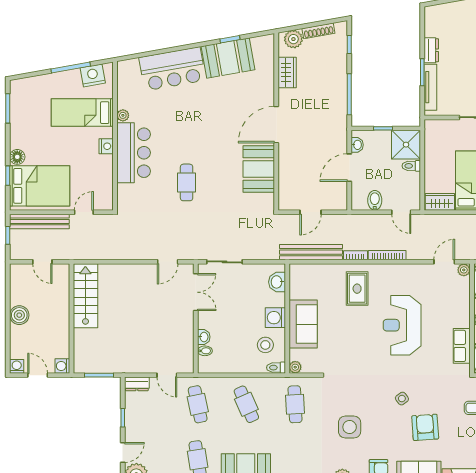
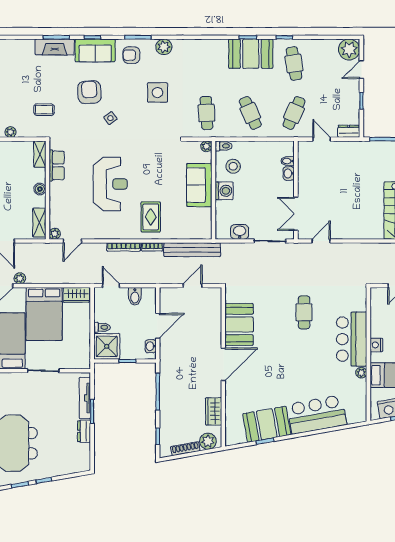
washbasin: (277, 282) -> (240, 232), moved, turned -90
cafe table: (198, 404) -> (294, 113), turned 36
armchair: (425, 427) -> (89, 92), turned 180

